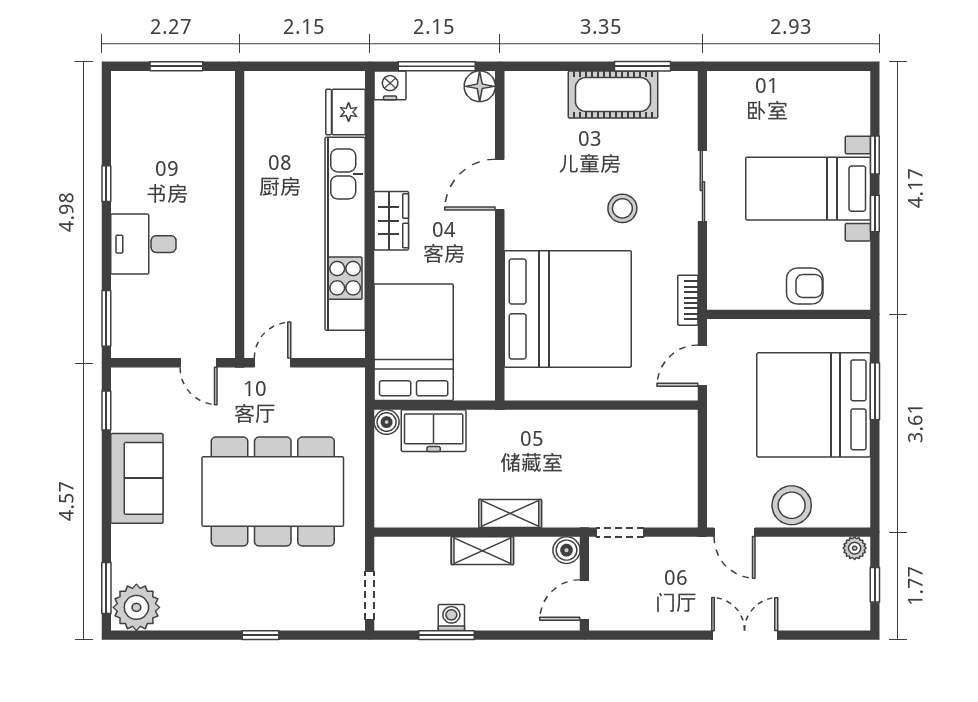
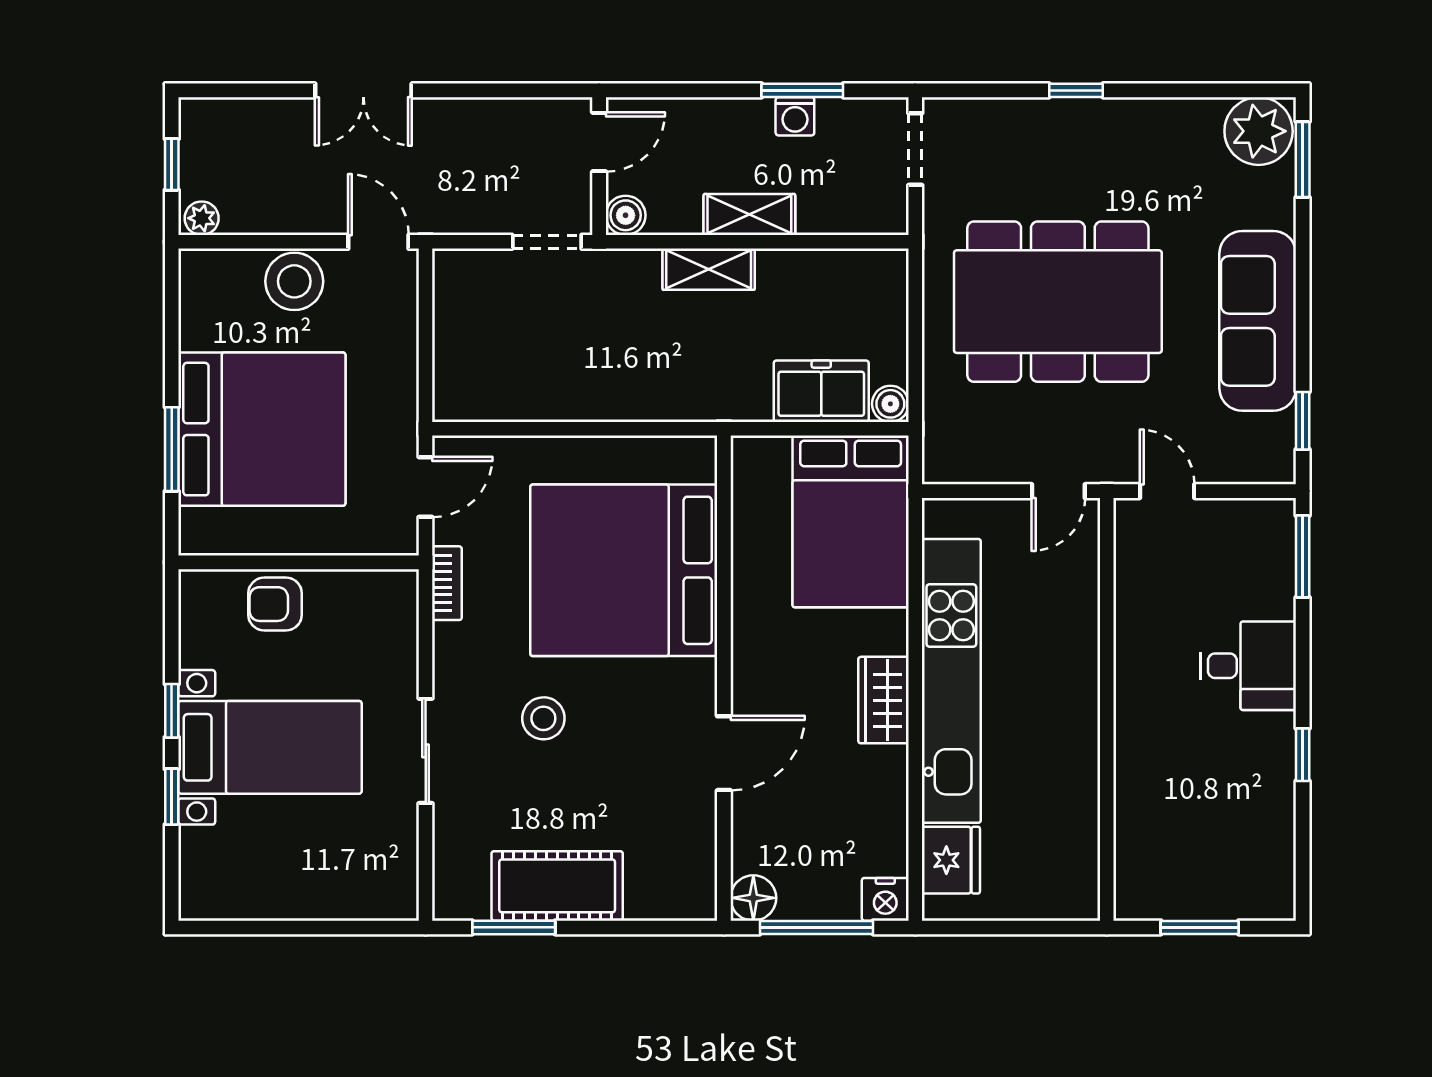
sofa: (137, 478) -> (1258, 321), width x1.36

